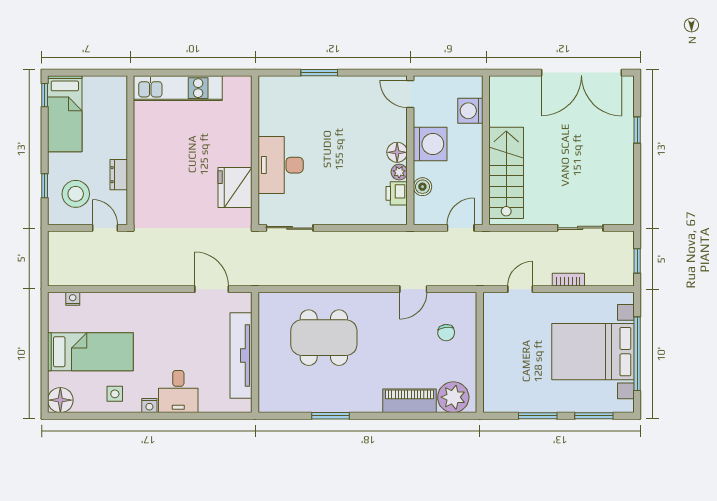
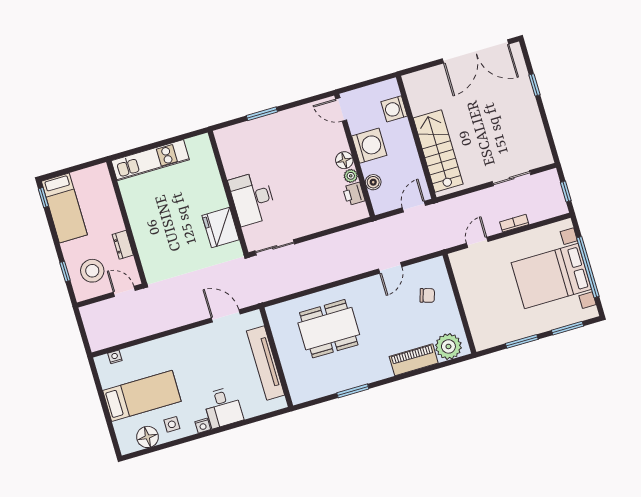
chair: (446, 333) -> (427, 295), turned -66
floor lamp: (60, 400) -> (147, 437), moved

